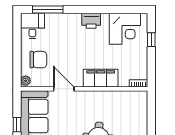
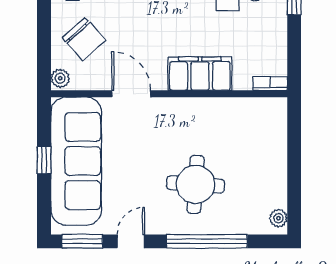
chair: (38, 60) -> (84, 39), turned 48

